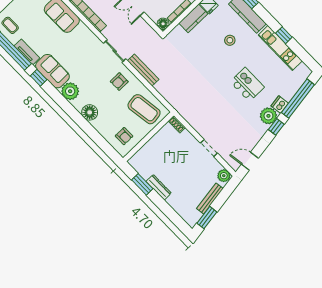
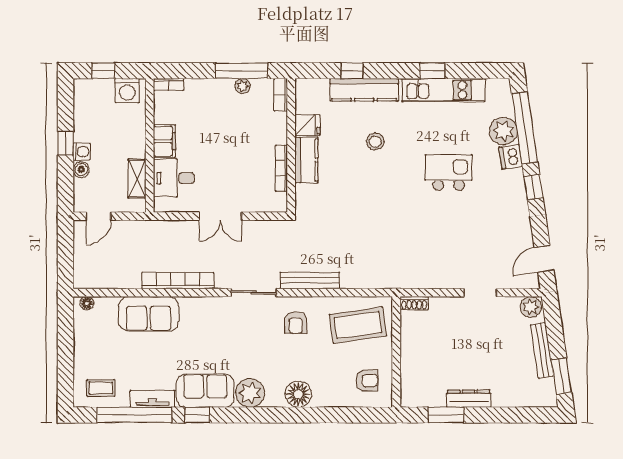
floor lamp: (163, 24) -> (278, 203), removed
plant: (268, 116) -> (503, 131), moved

